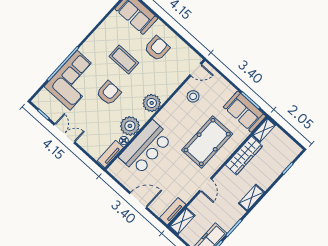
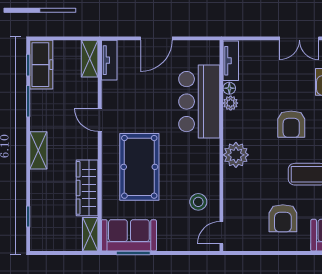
plant: (130, 126) -> (231, 103), width x0.53, depth x0.53

